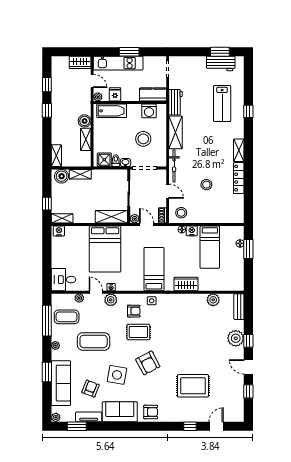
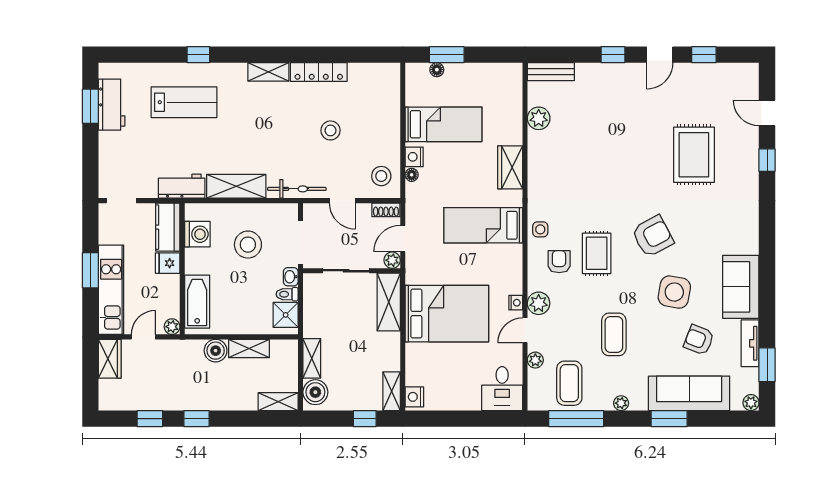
fridge: (115, 94) -> (168, 263), moved
door: (168, 191) -> (343, 201), swing flipped
plant: (236, 338) -> (608, 78), removed
coffee table: (94, 341) -> (614, 334), width x0.73, depth x0.76
armchair: (151, 412) -> (741, 231), removed

